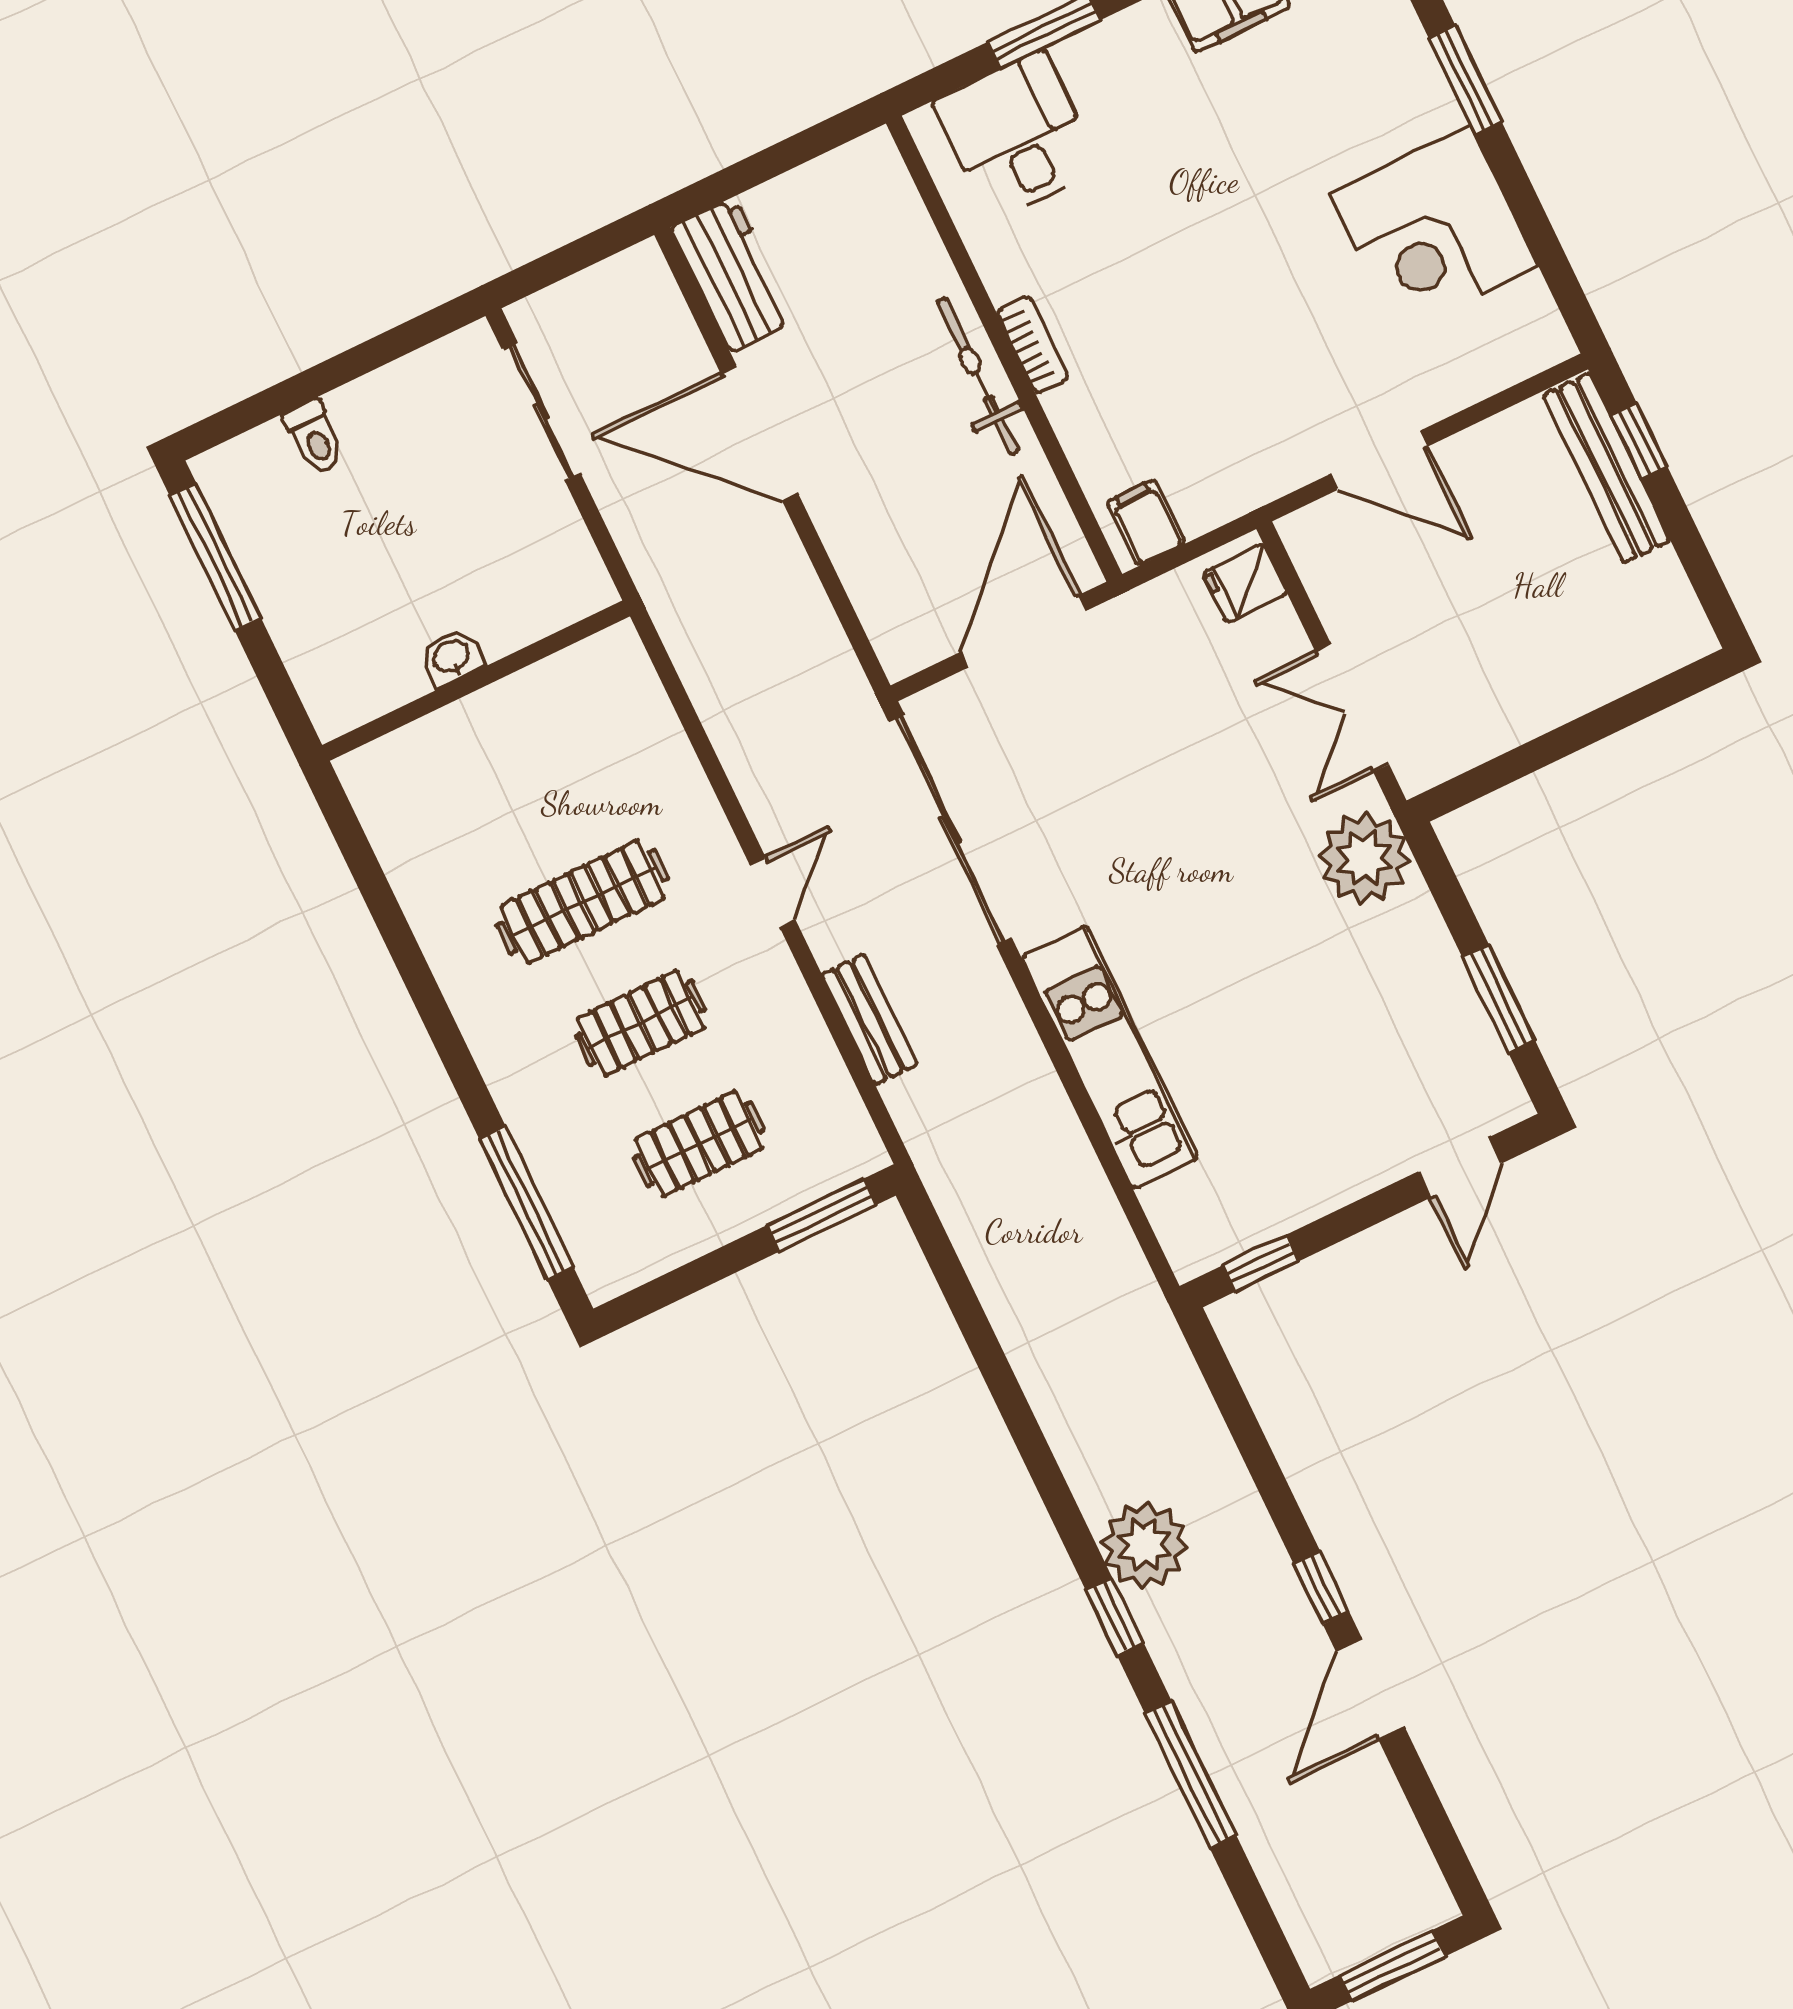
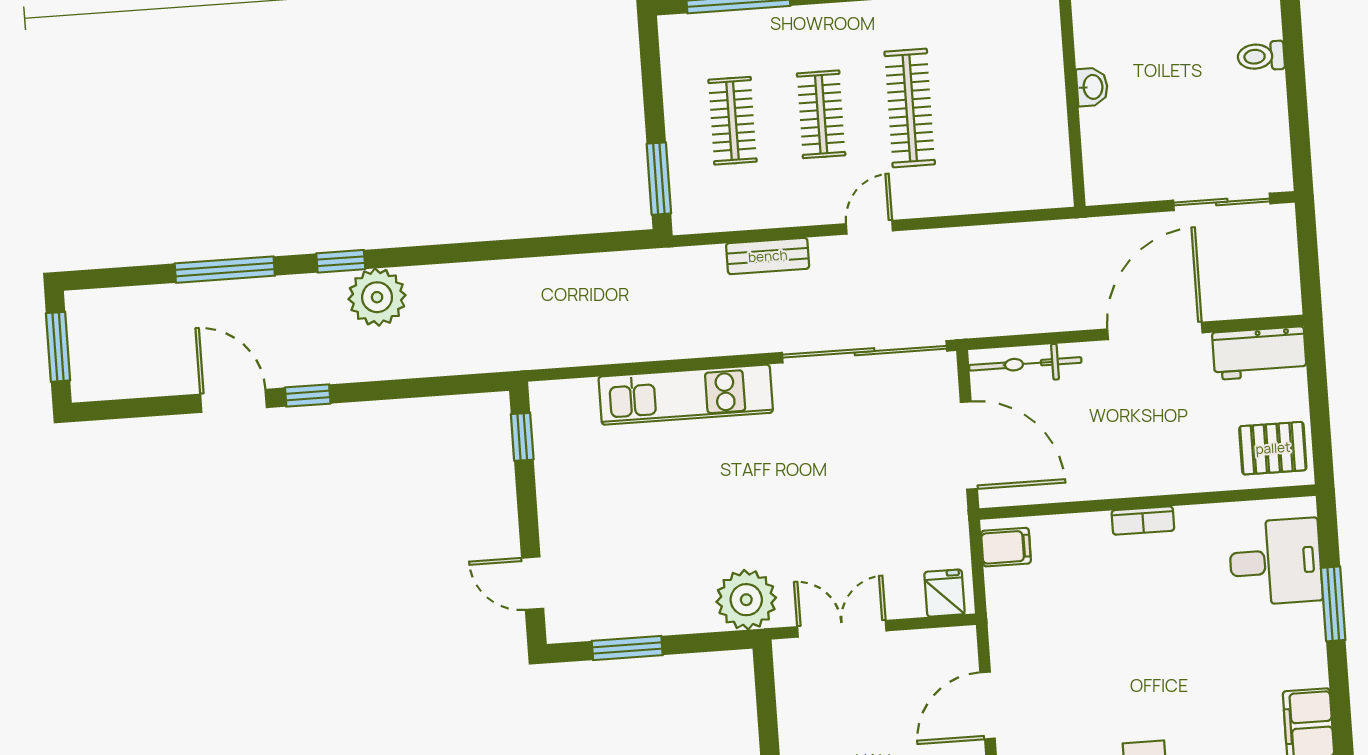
pallet: (859, 203) -> (1273, 448), added
bicycle: (978, 376) -> (1025, 364), moved, turned 180
door: (773, 892) -> (869, 227), swing flipped

